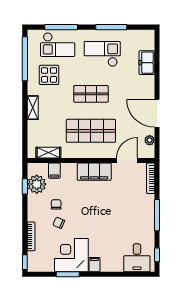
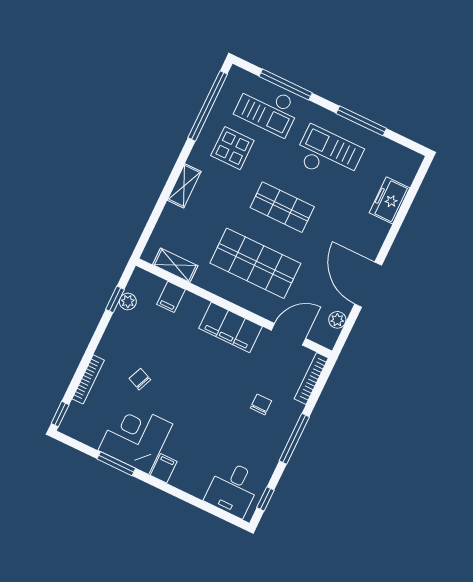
plant: (37, 184) -> (128, 301), width x0.53, depth x0.53
chair: (56, 204) -> (261, 404), moved

